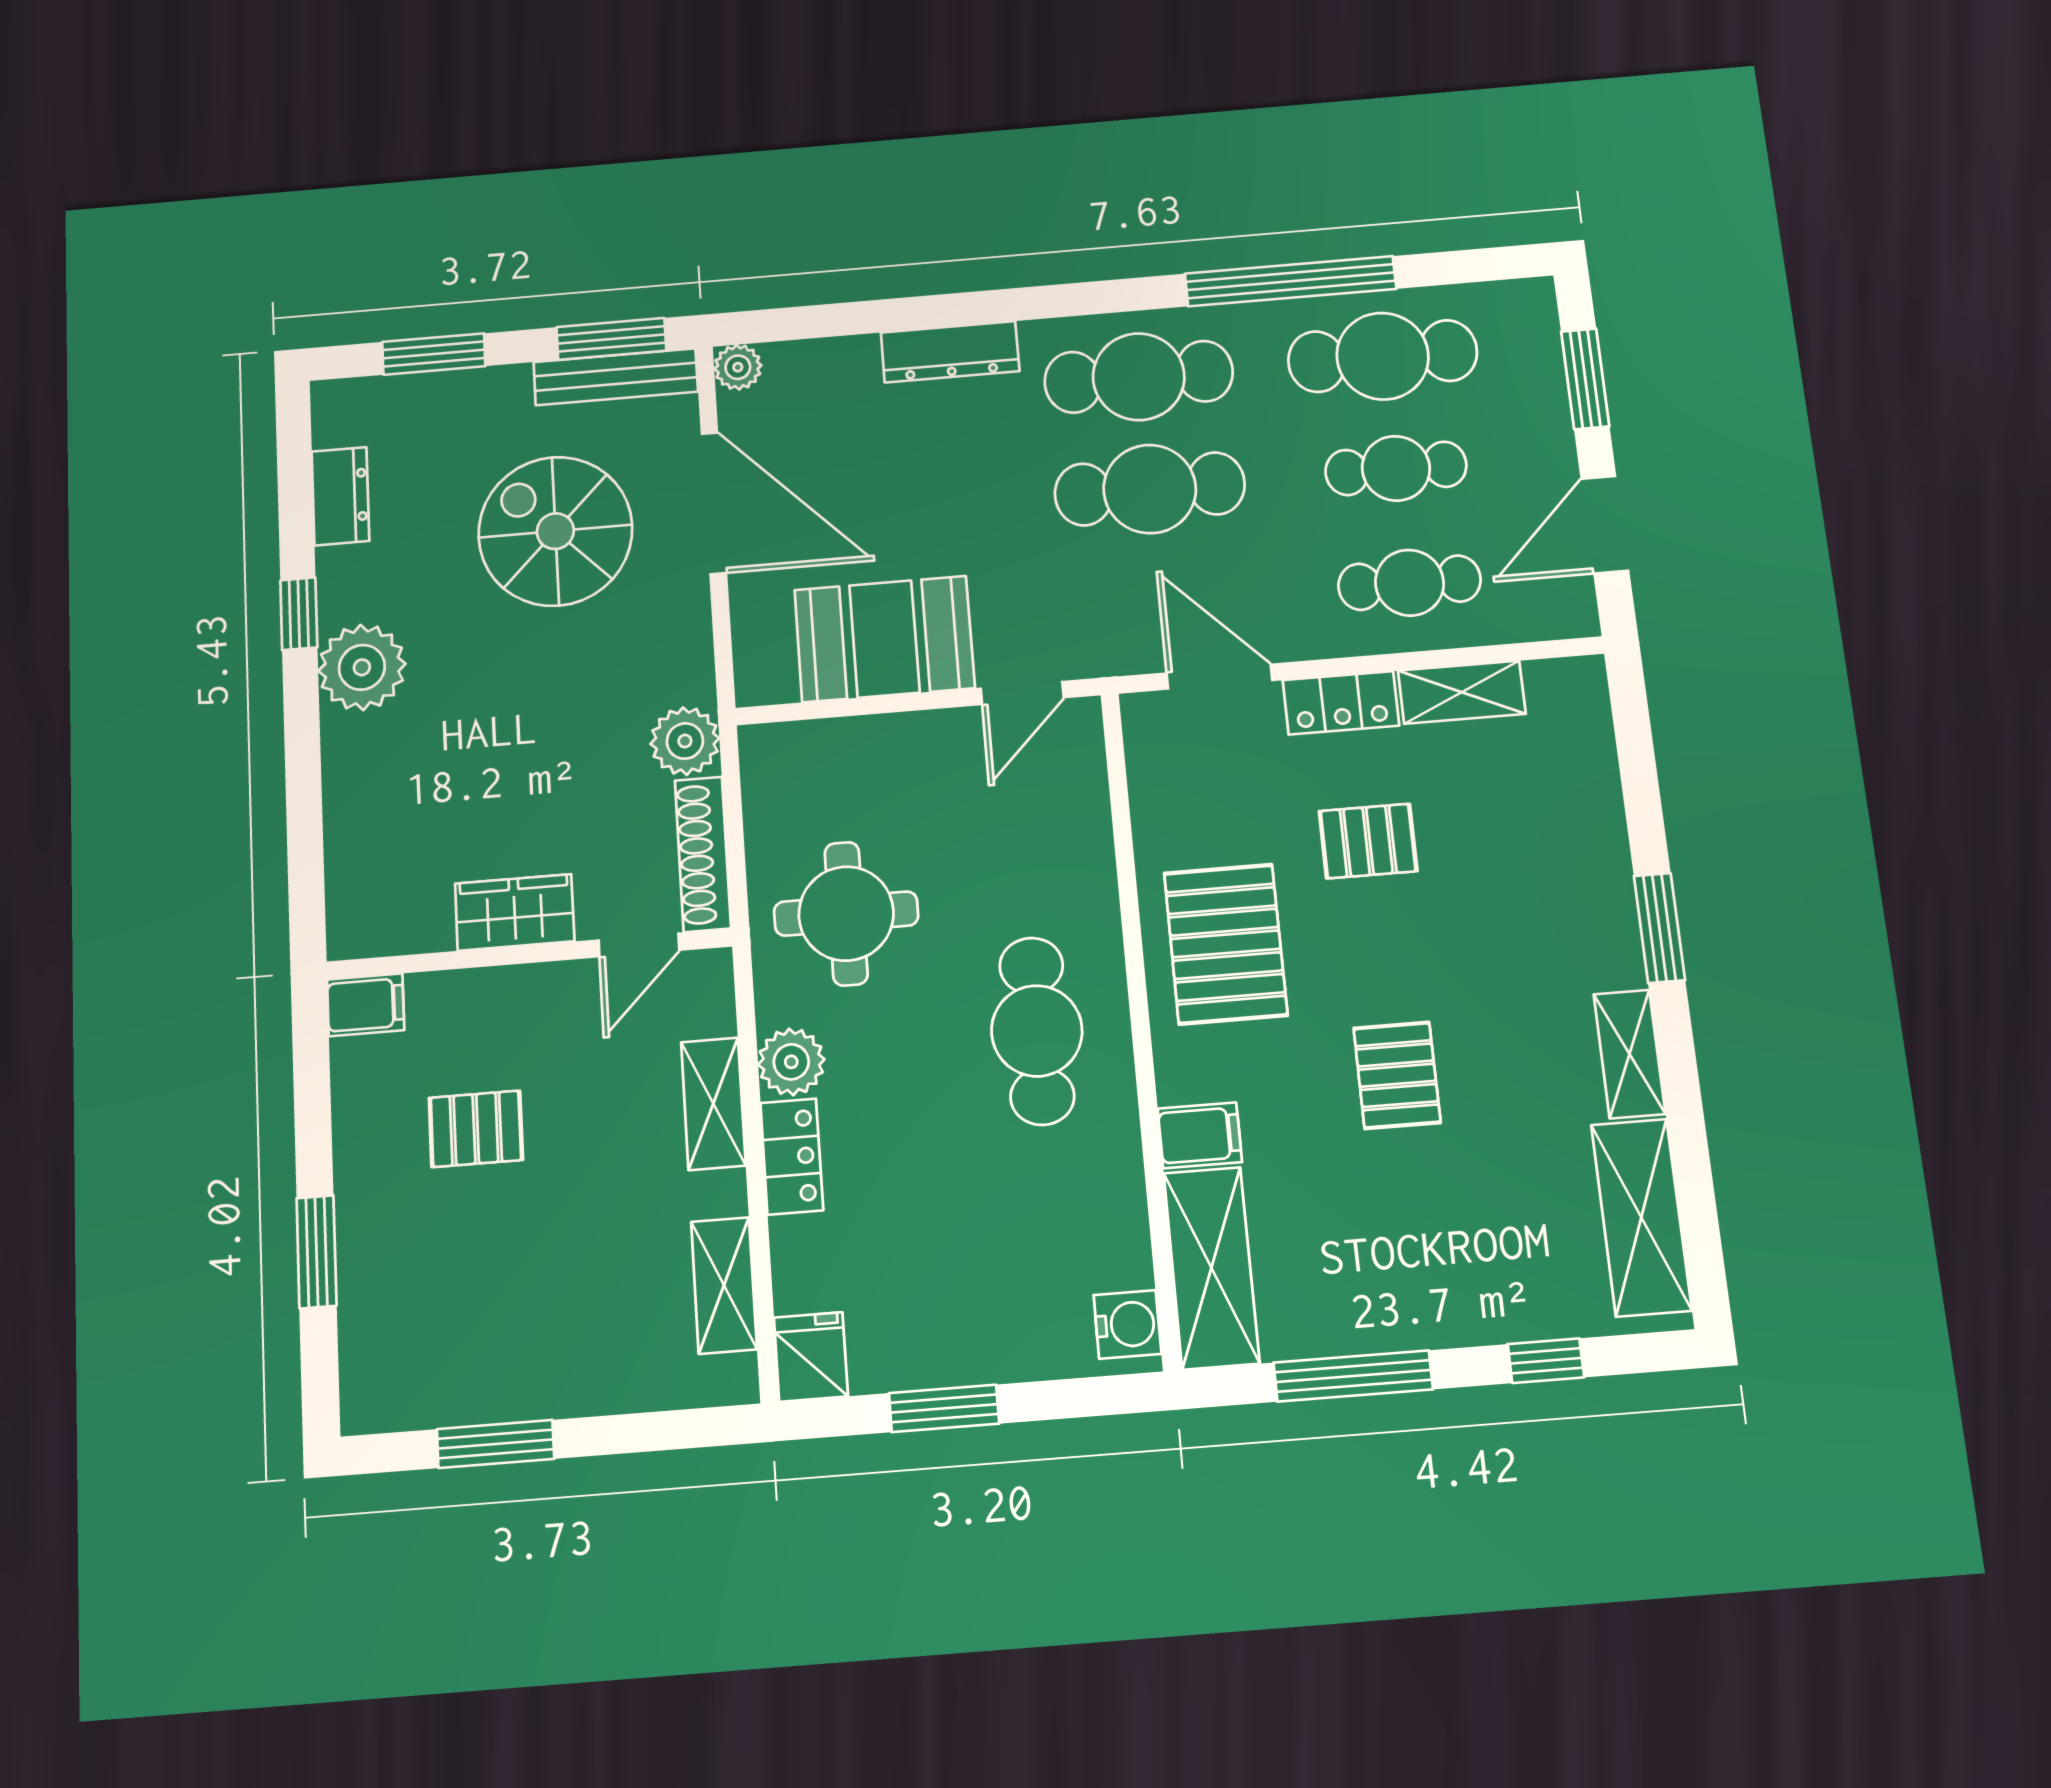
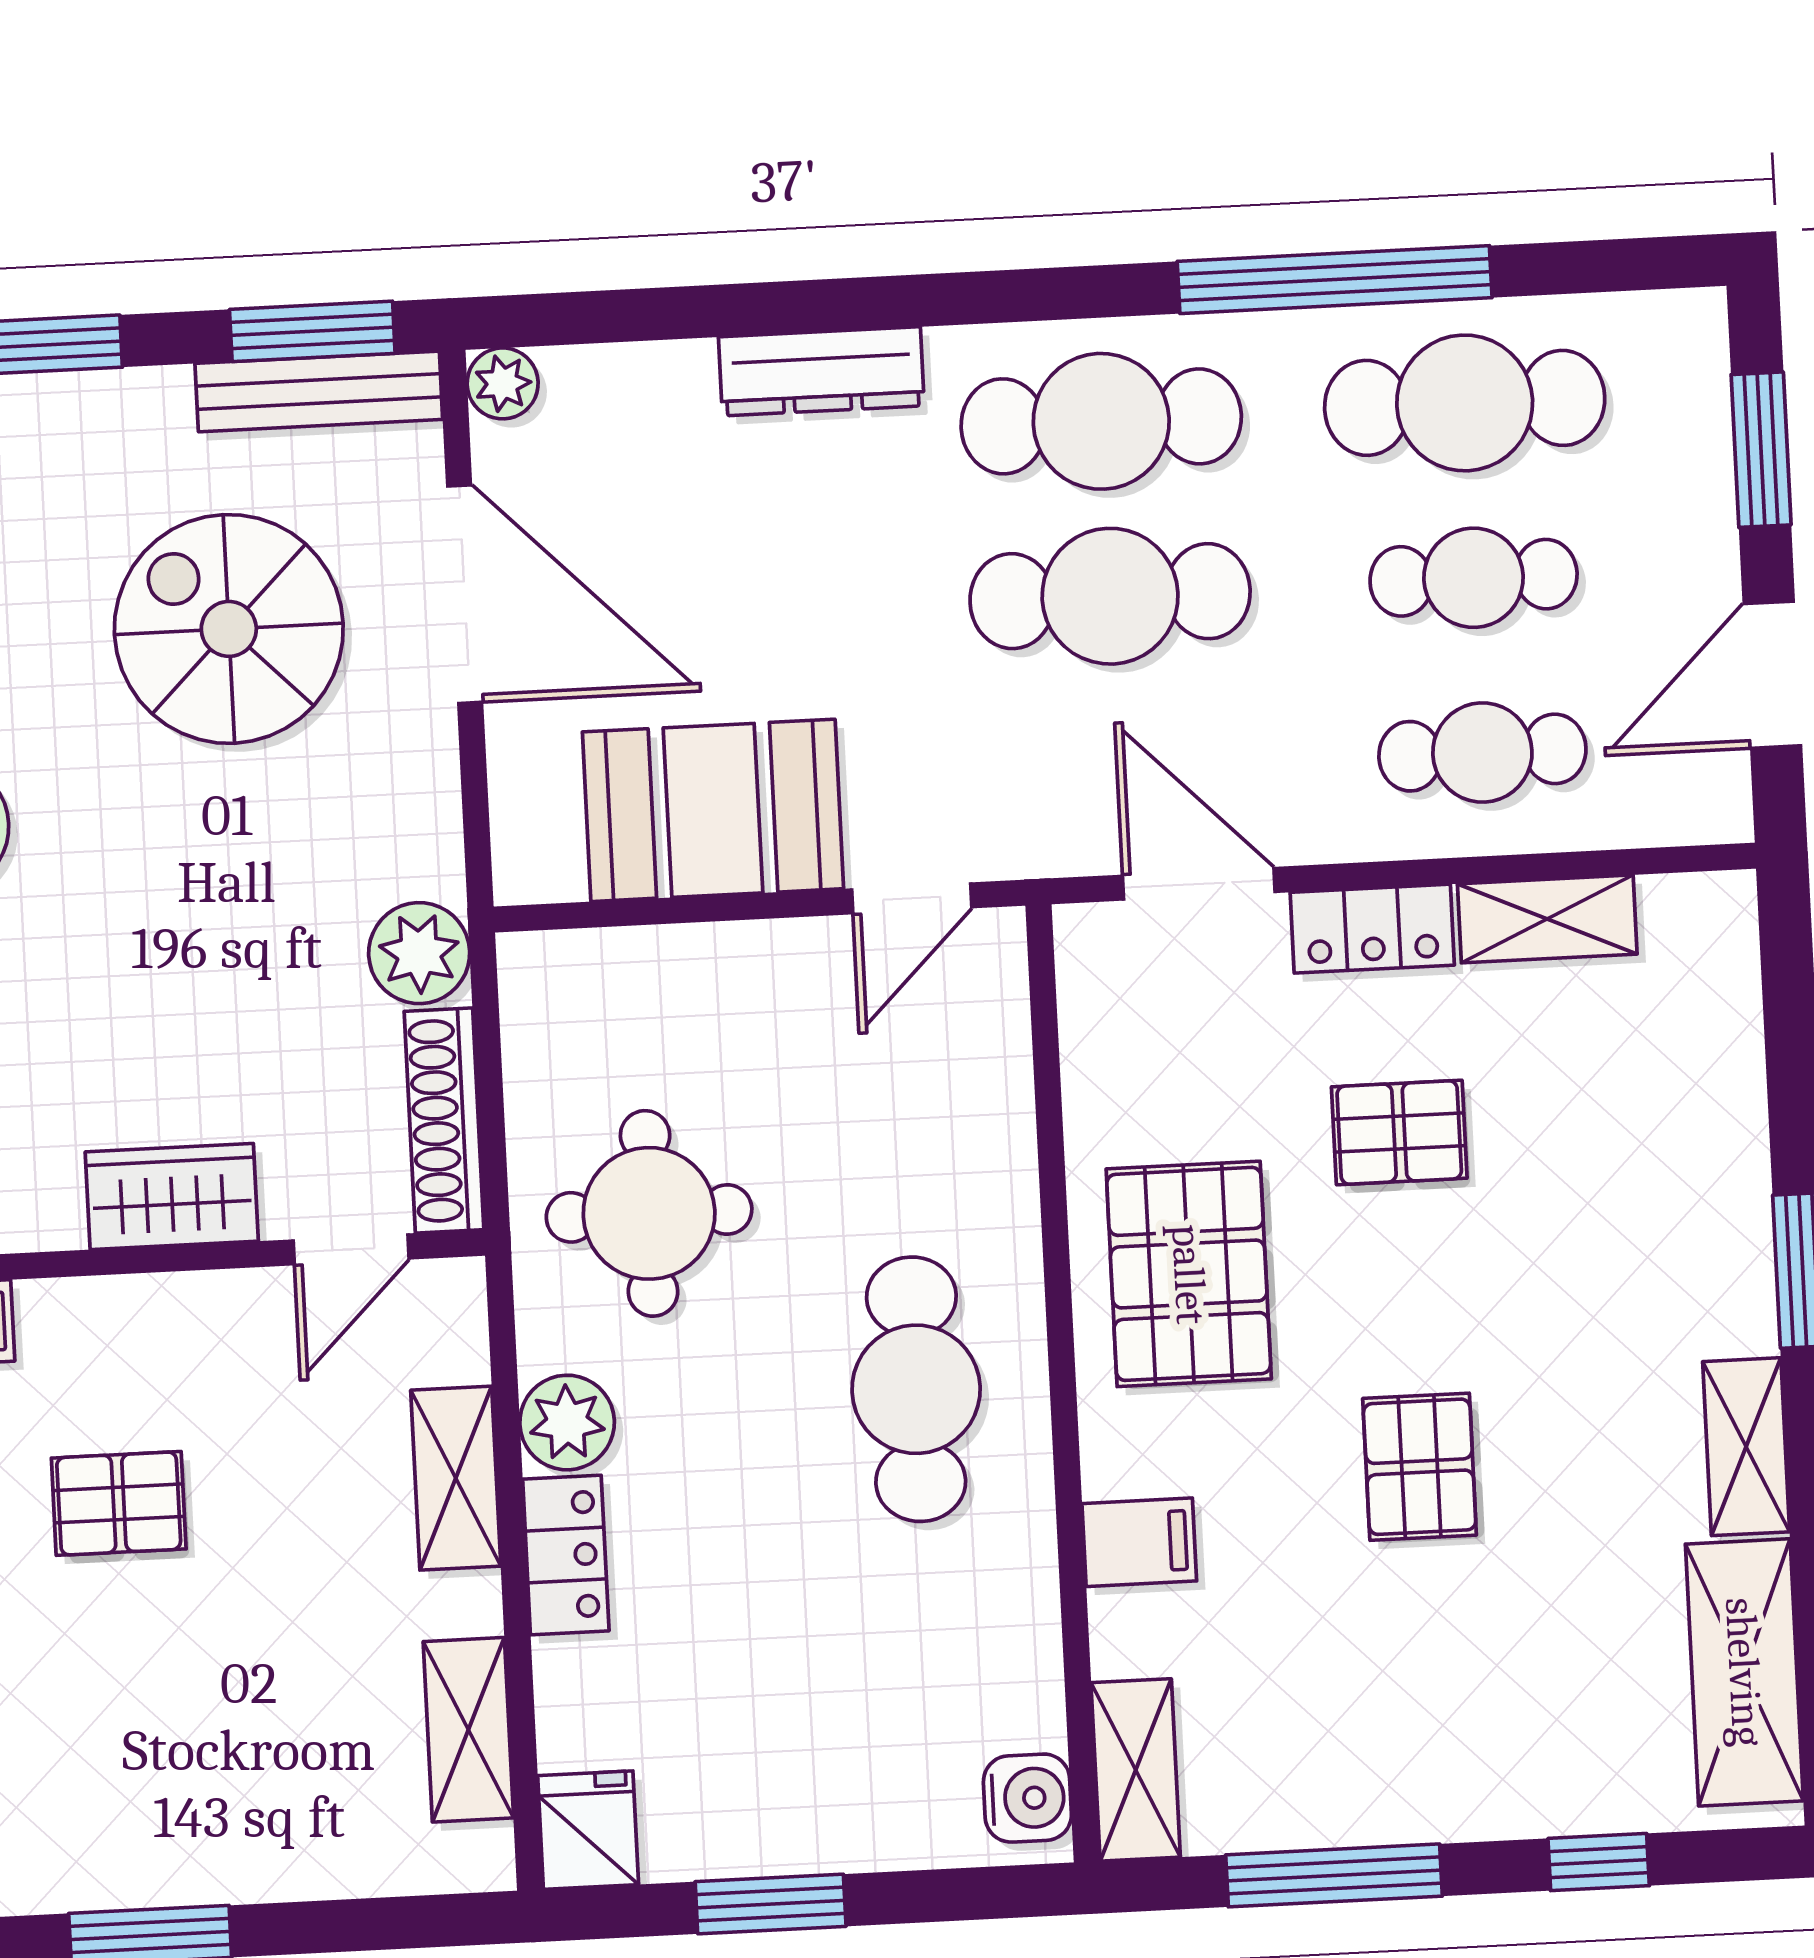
shelving: (1211, 1268) -> (1136, 1770), width x0.67, depth x0.75

